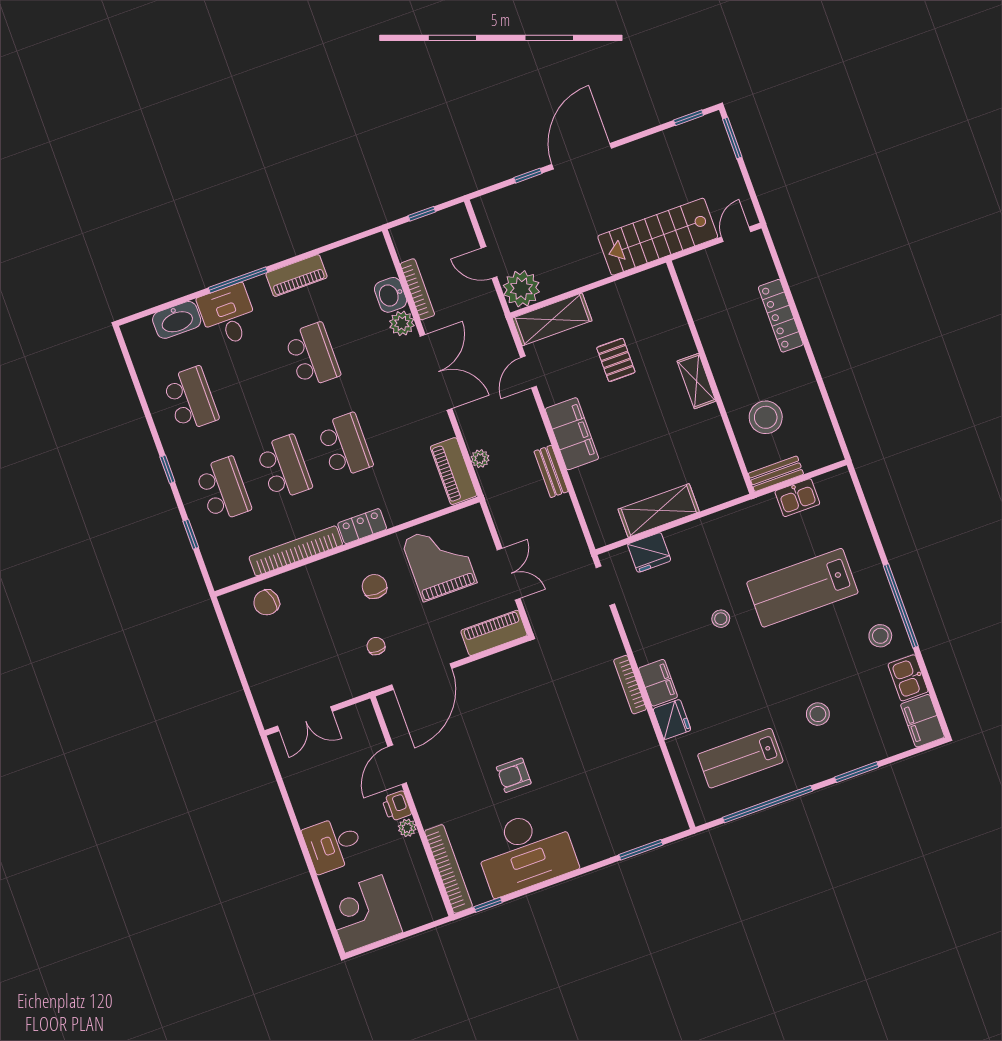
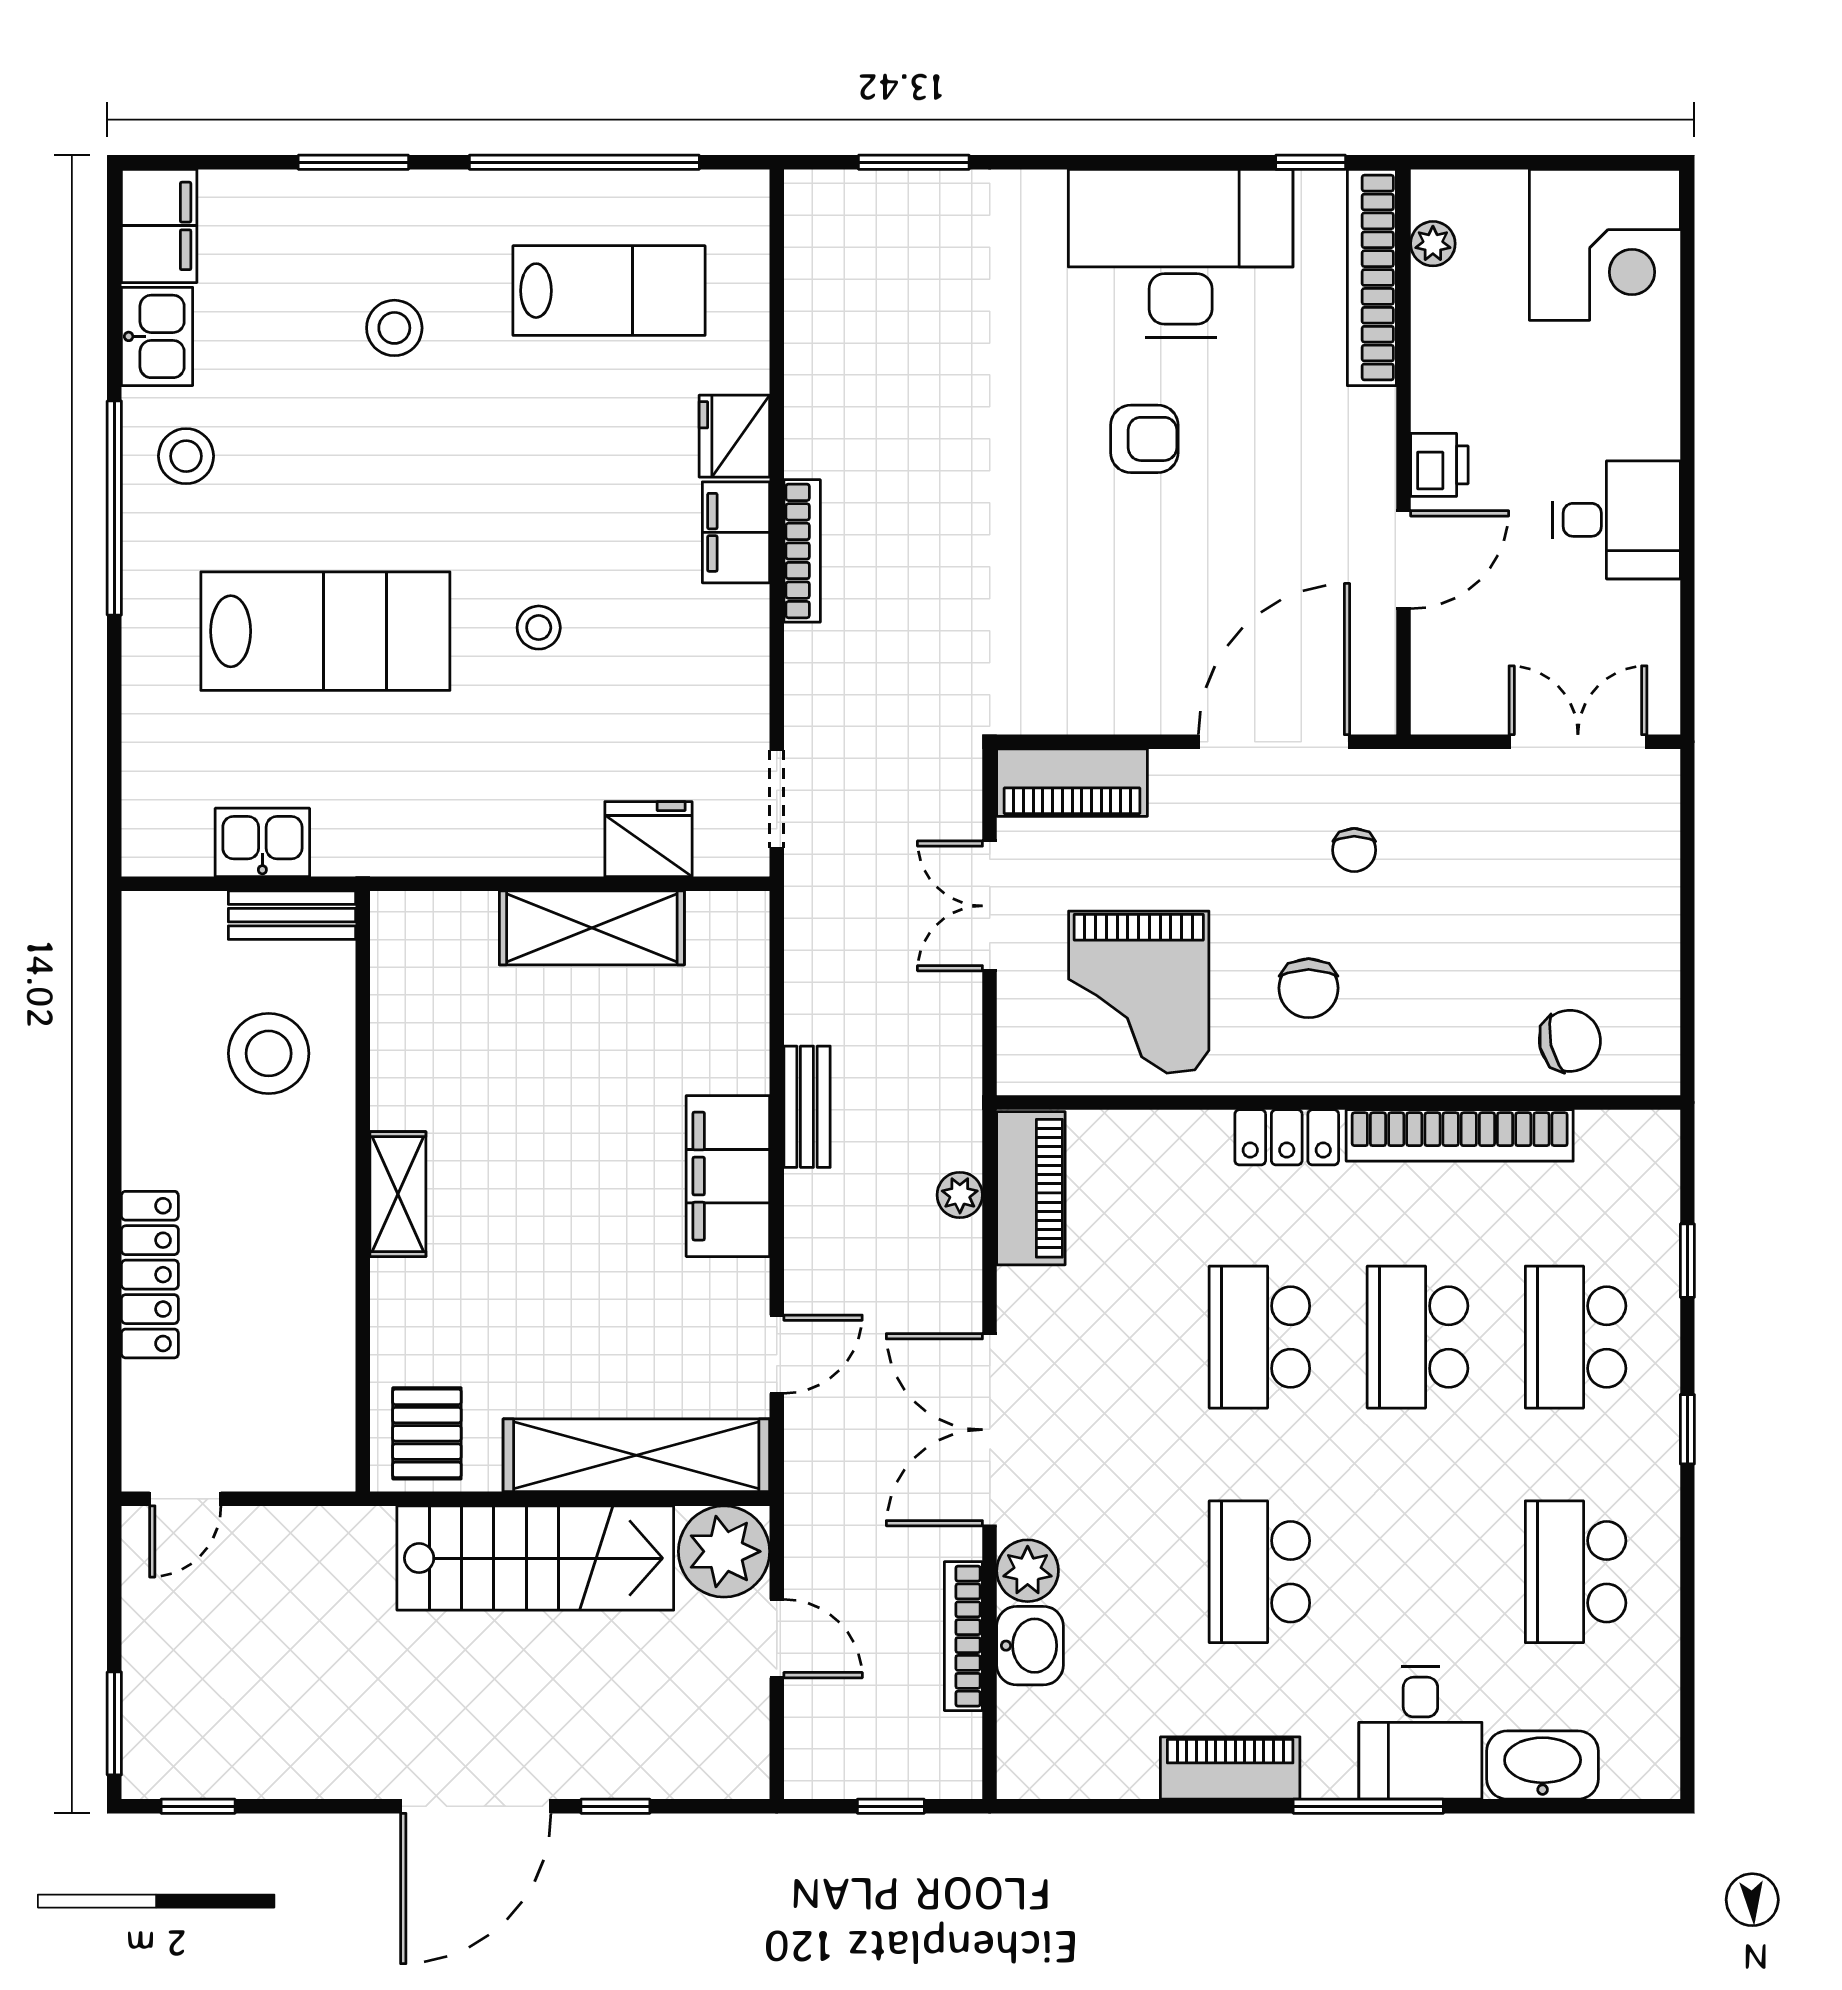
stairs: (658, 237) -> (535, 1558), moved
shelving: (552, 319) -> (636, 1455), width x1.47
pallet: (616, 360) -> (427, 1433), moved
plant: (407, 828) -> (1433, 244), moved
desk: (333, 844) -> (1617, 520), moved

